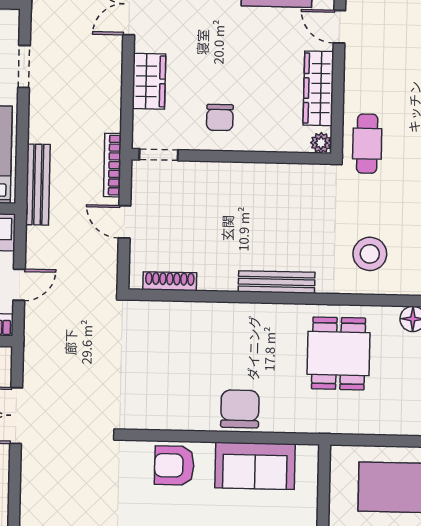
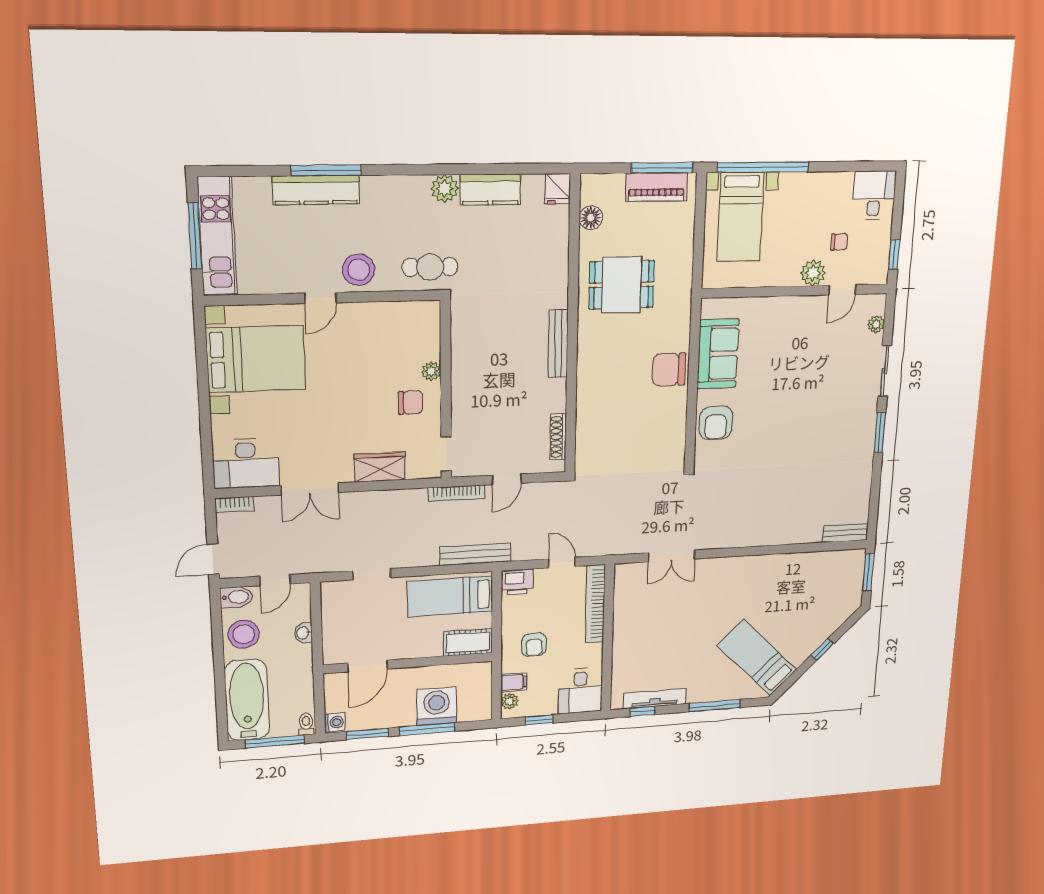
wardrobe: (318, 88) -> (380, 315), removed
plant: (321, 143) -> (431, 371), moved
stool: (370, 254) -> (359, 270), moved

